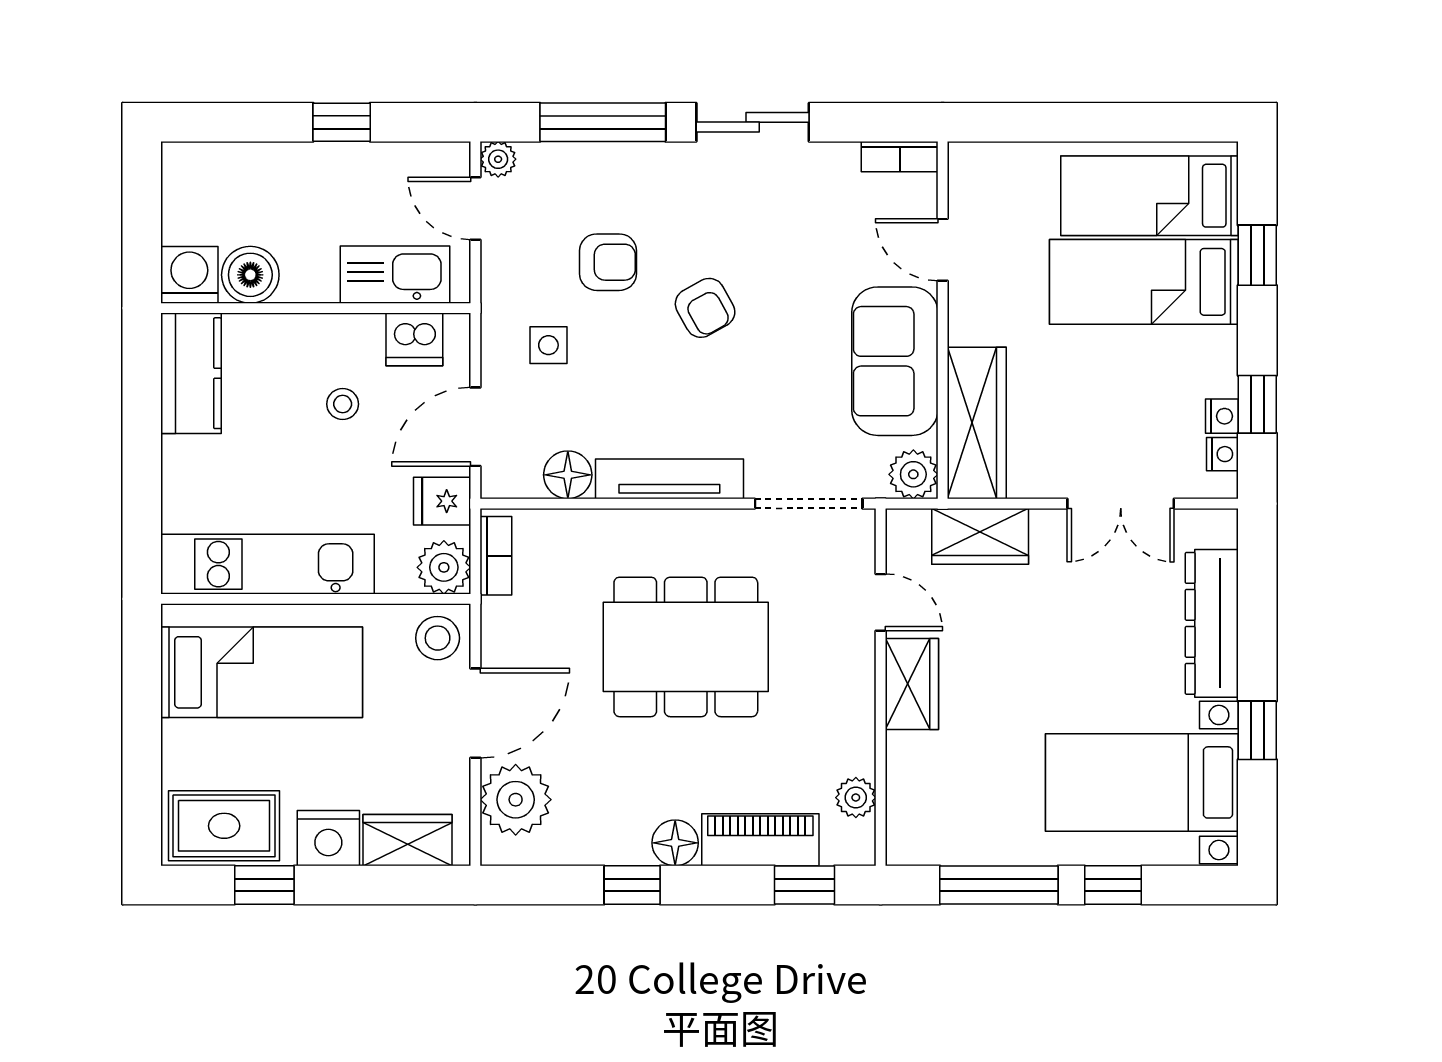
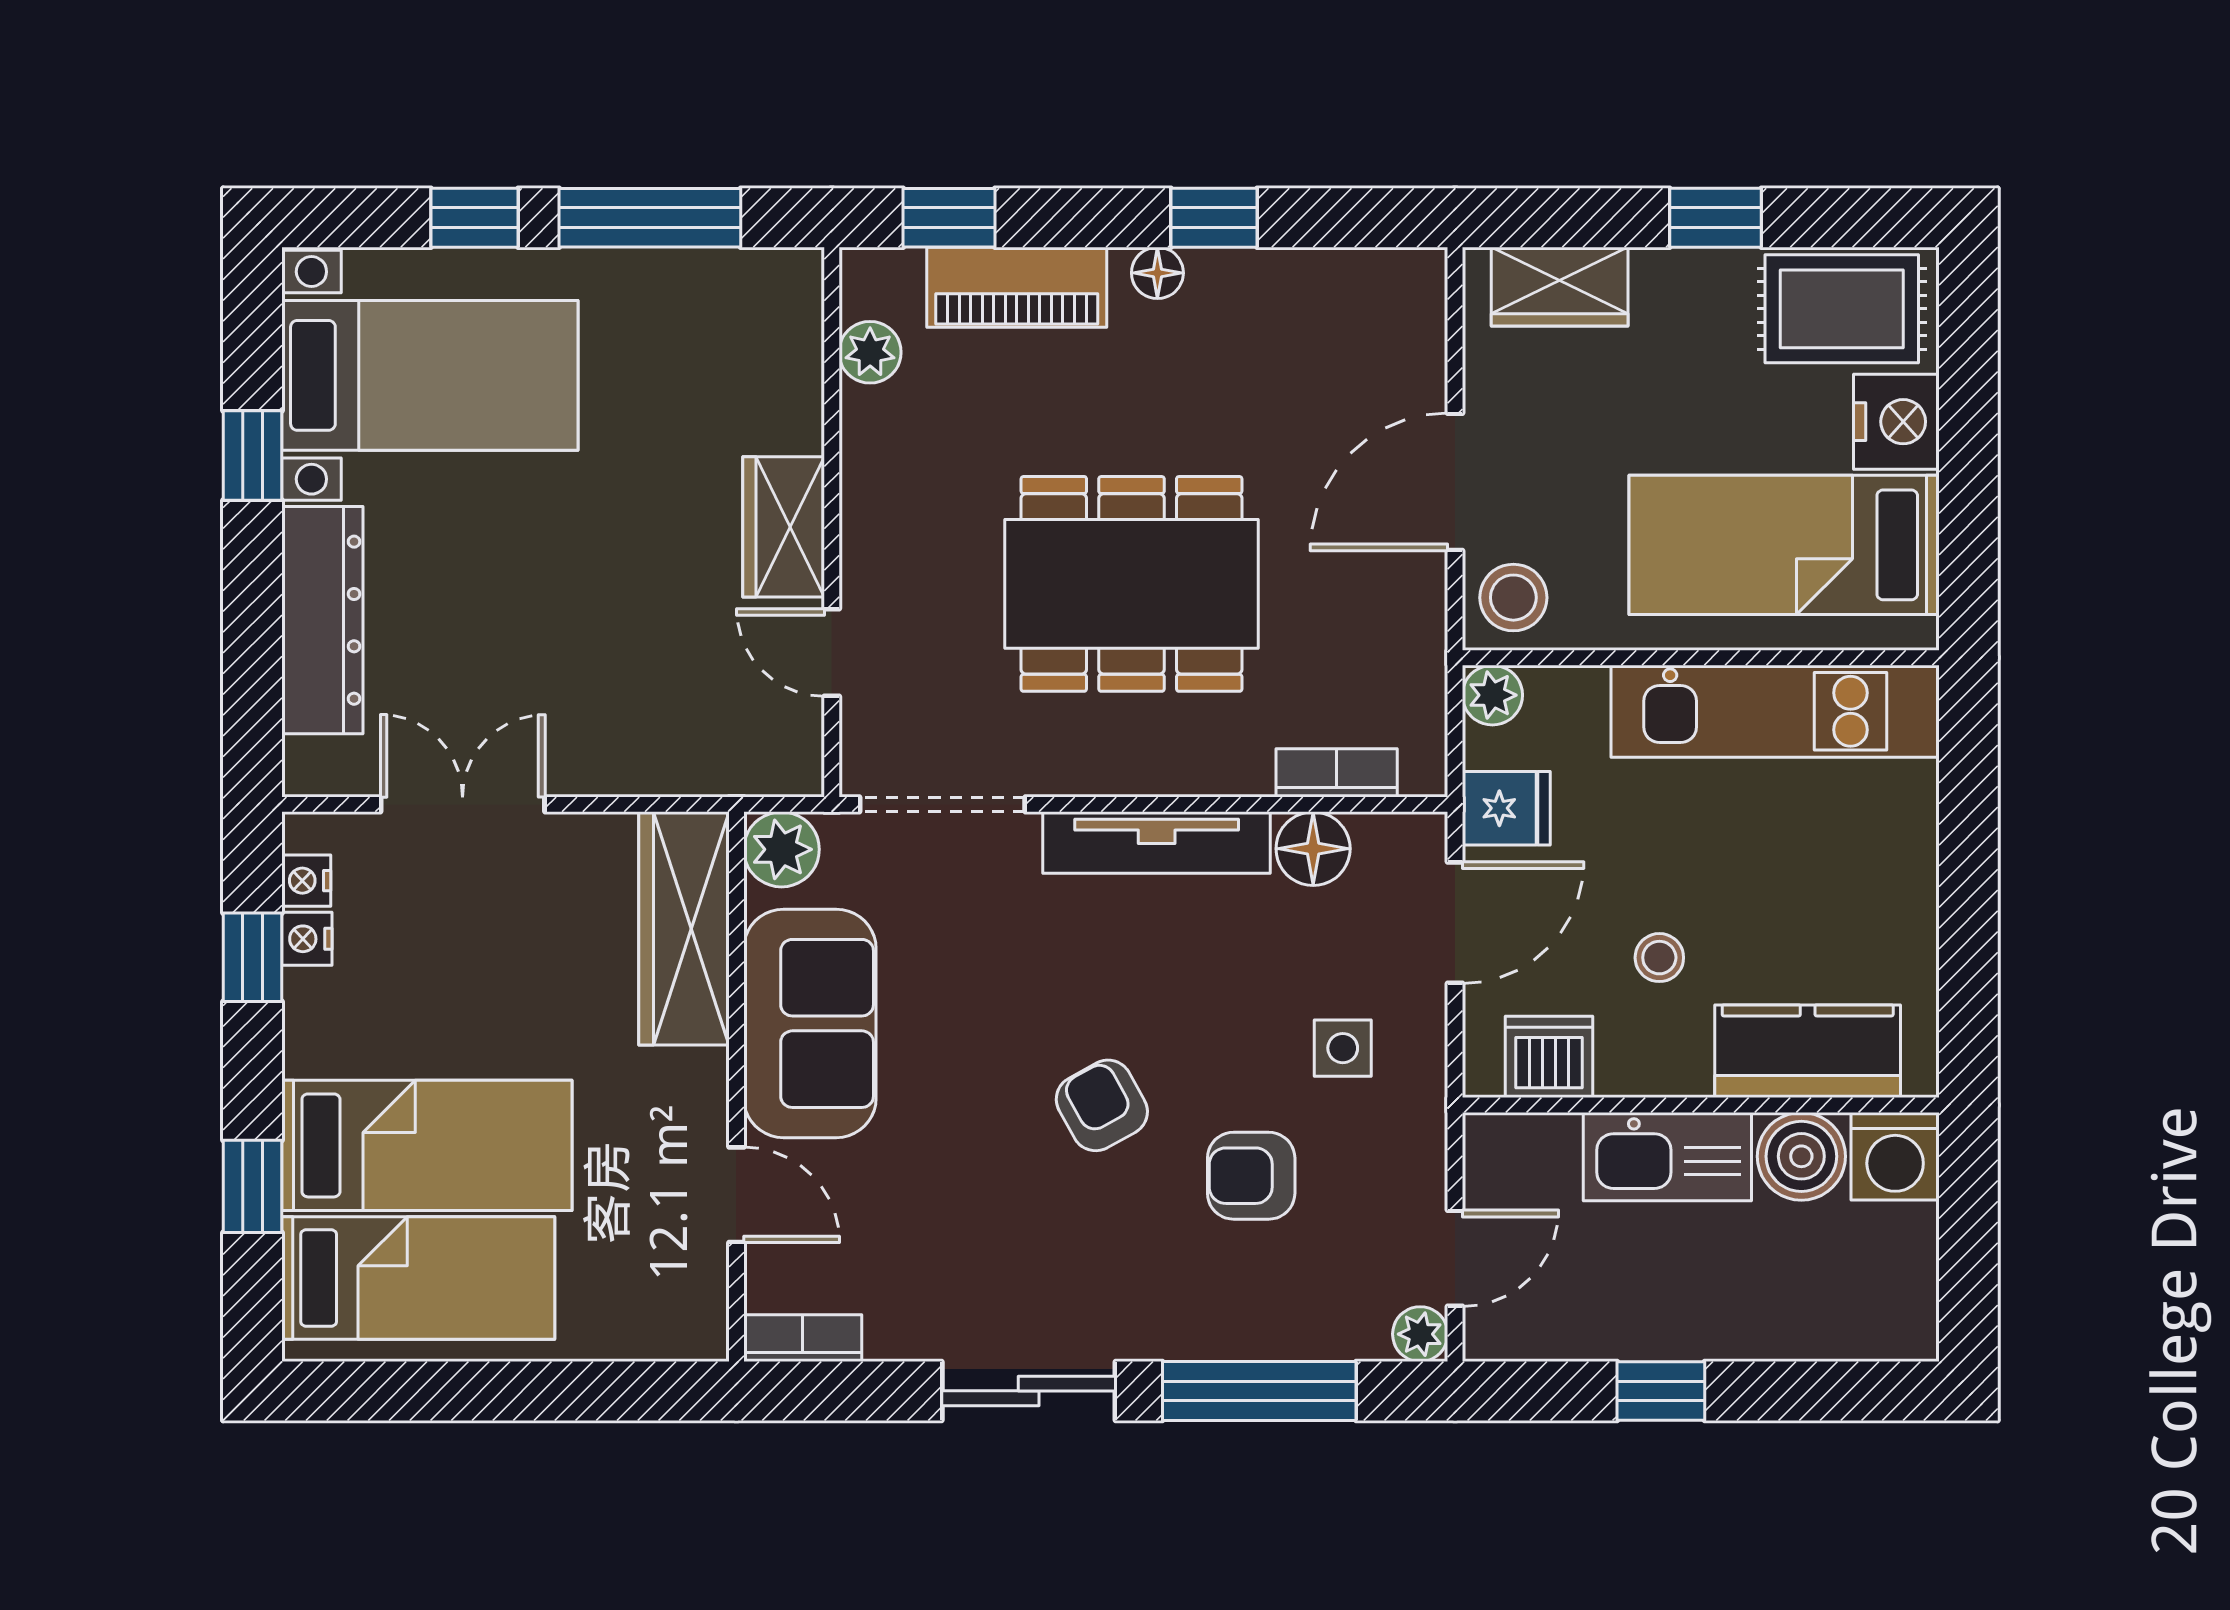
door: (475, 208) -> (1455, 1258), hinge flipped
kitchen sink: (395, 275) -> (1667, 1157), moved
kitchen counter: (191, 373) -> (1808, 1051), moved, turned 90
wardrobe: (980, 536) -> (679, 754), removed
bookcase: (496, 556) -> (1337, 773), moved, turned 90
plant: (444, 567) -> (1492, 695), width x0.73, depth x0.73
plant: (516, 800) -> (1393, 349), removed
nightstand: (328, 838) -> (1896, 422), moved, turned 90
floor lamp: (675, 843) -> (1157, 273), width x0.73, depth x0.73
window: (264, 885) -> (1715, 218), moved

